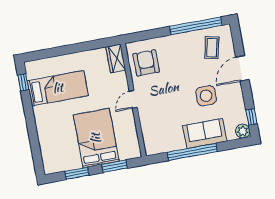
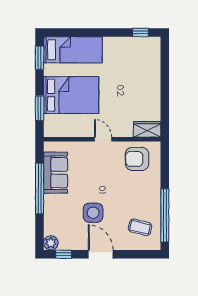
armchair: (146, 63) -> (137, 159), turned 180
door: (242, 68) -> (101, 254), moved
bed: (58, 88) -> (73, 50), moved, turned -90
sofa: (205, 133) -> (56, 173), moved
window: (77, 173) -> (40, 58), moved

